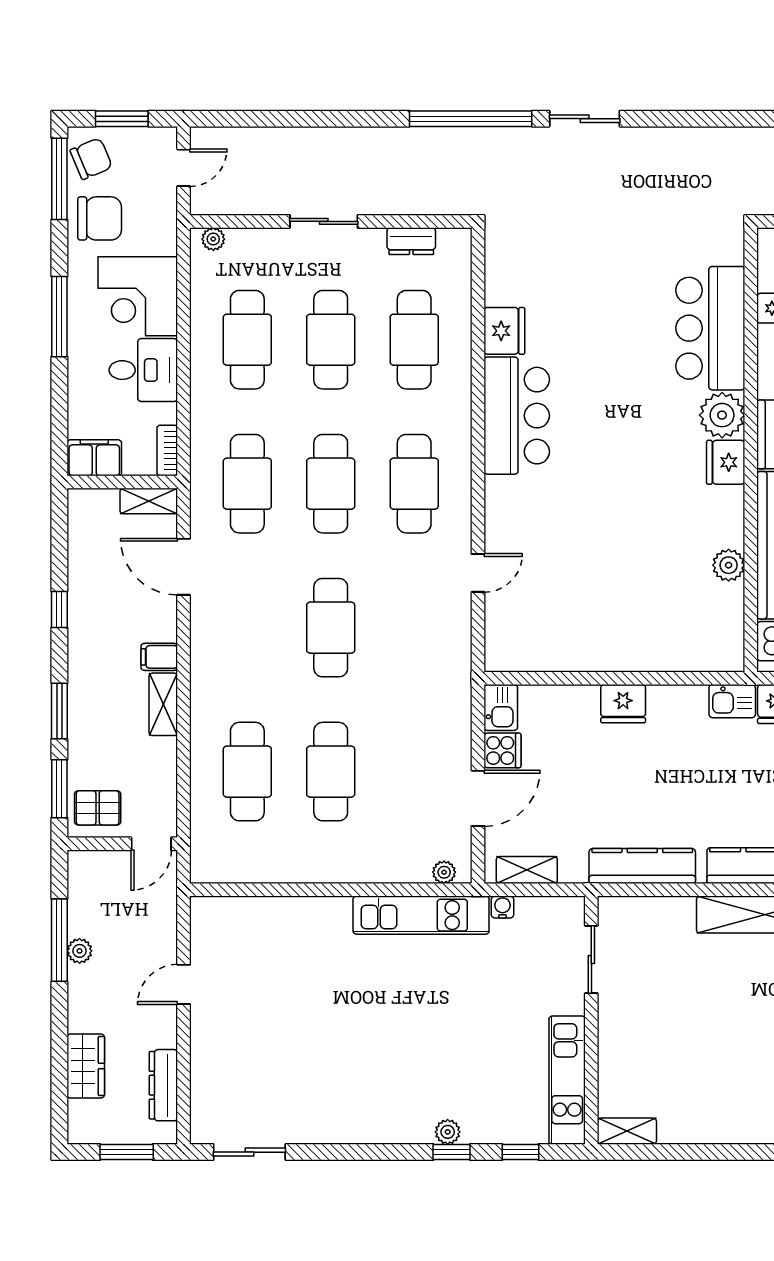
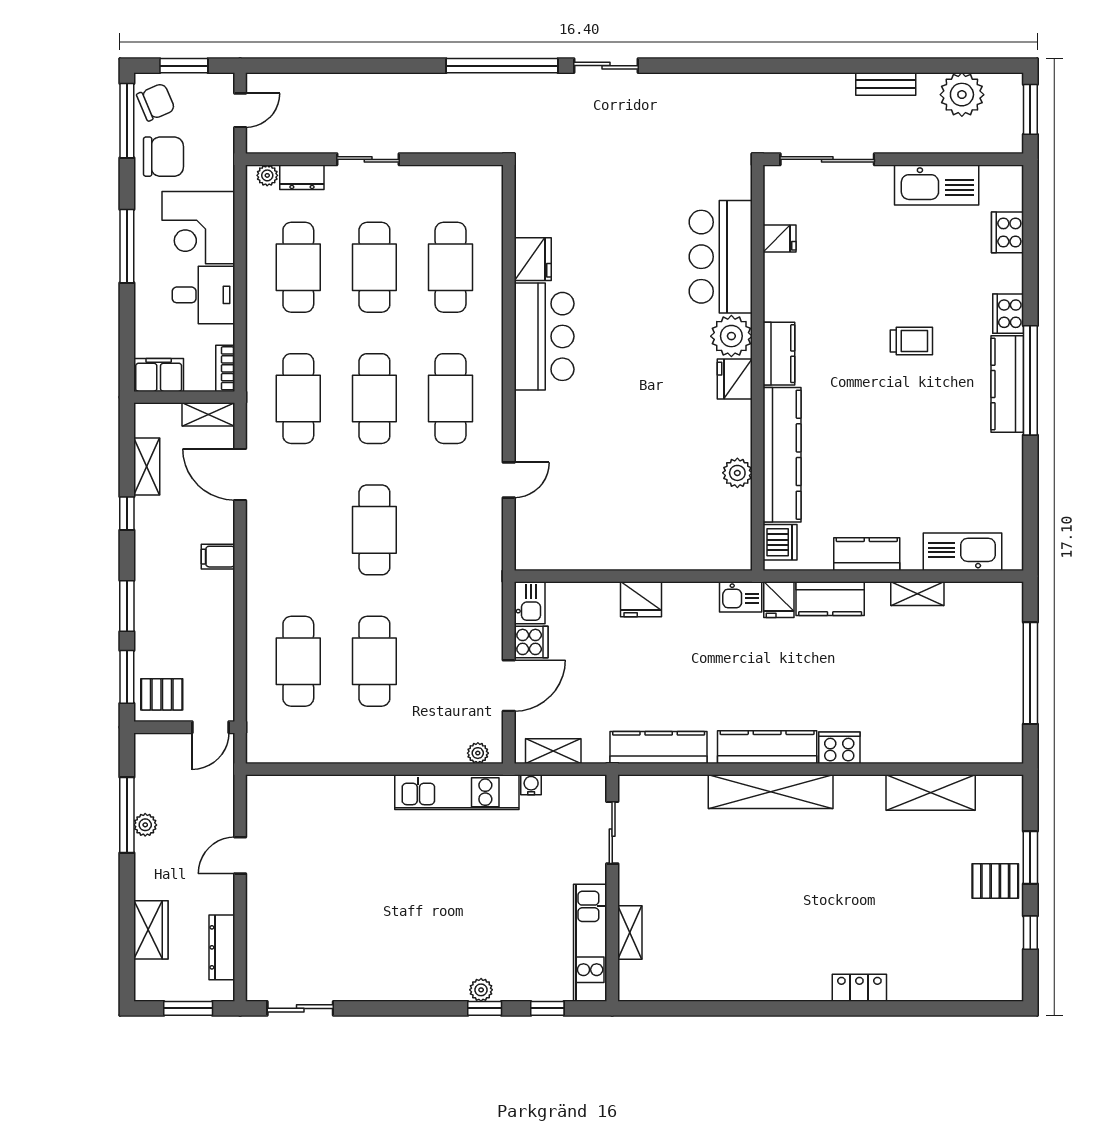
dresser: (411, 241) -> (302, 177), moved
shelving: (163, 704) -> (147, 466), moved
shelving: (627, 1131) -> (630, 933), moved, turned 90

